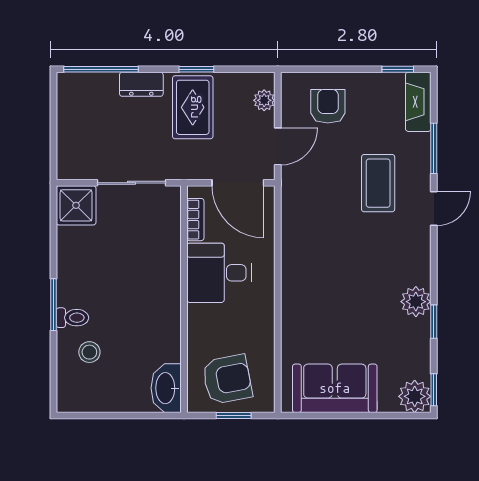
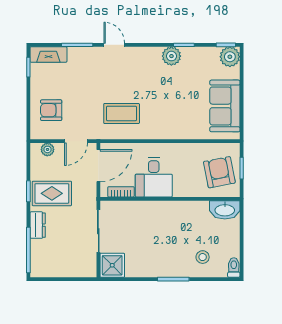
door: (278, 146) -> (76, 141), swing flipped
coffee table: (378, 183) -> (122, 113), moved
toilet: (72, 318) -> (234, 268), moved

